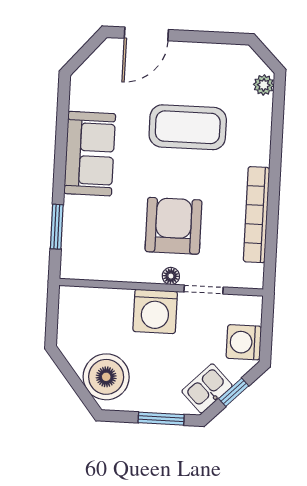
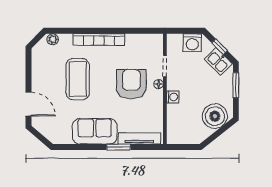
bookcase: (256, 215) -> (99, 40), moved
armchair: (173, 226) -> (131, 84), turned 90
window: (57, 227) -> (119, 147), moved
tv unit: (72, 235) -> (139, 138), added
washing machine: (155, 311) -> (173, 97), width x0.53, depth x0.53

